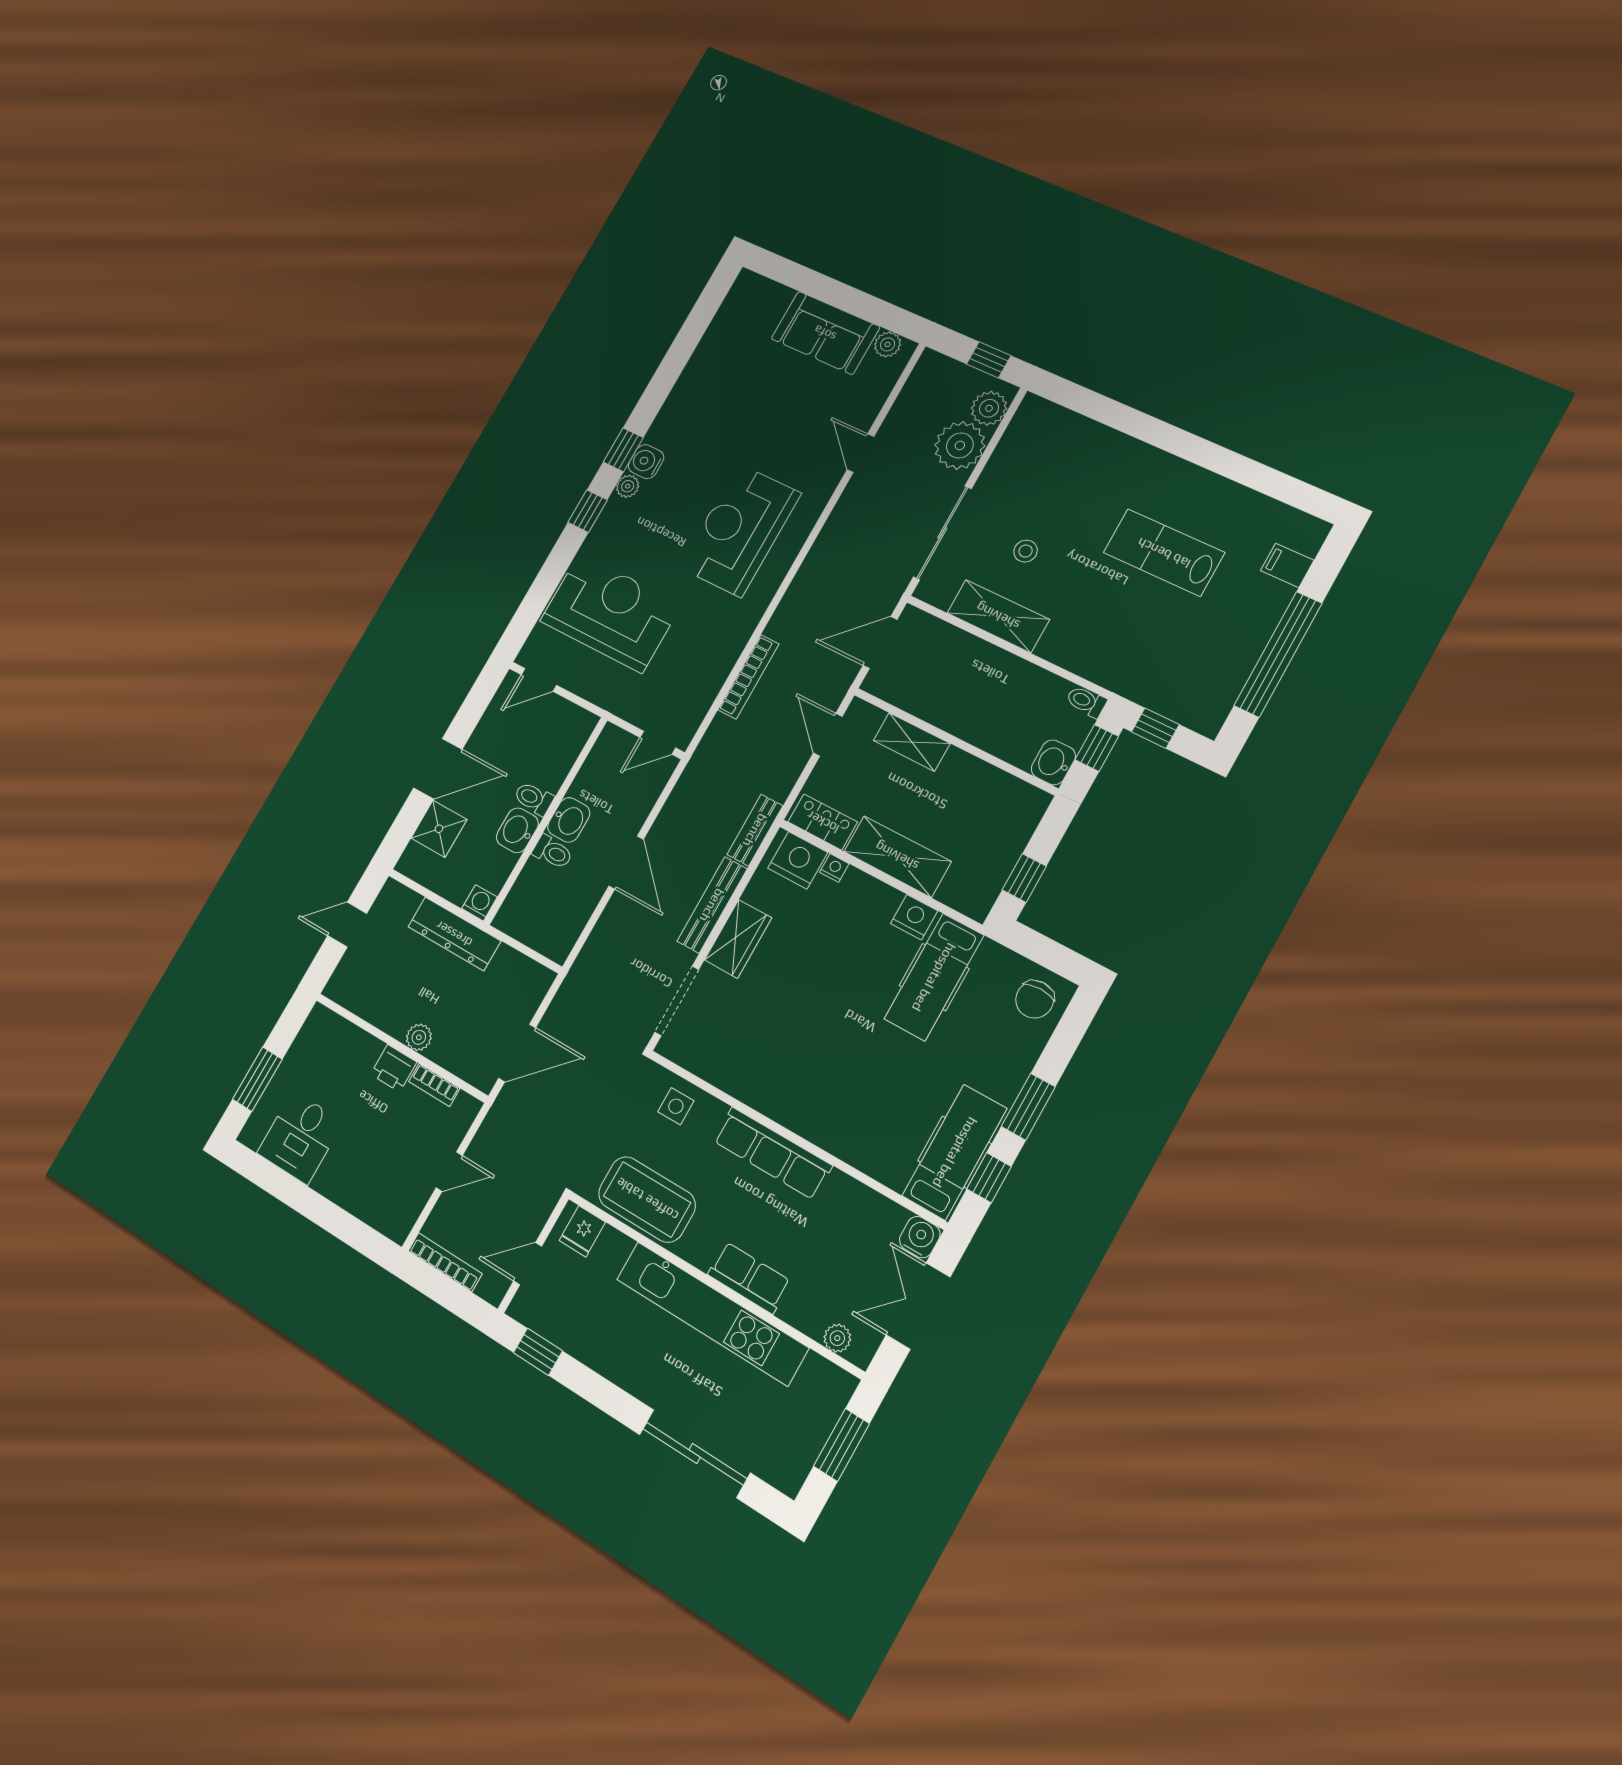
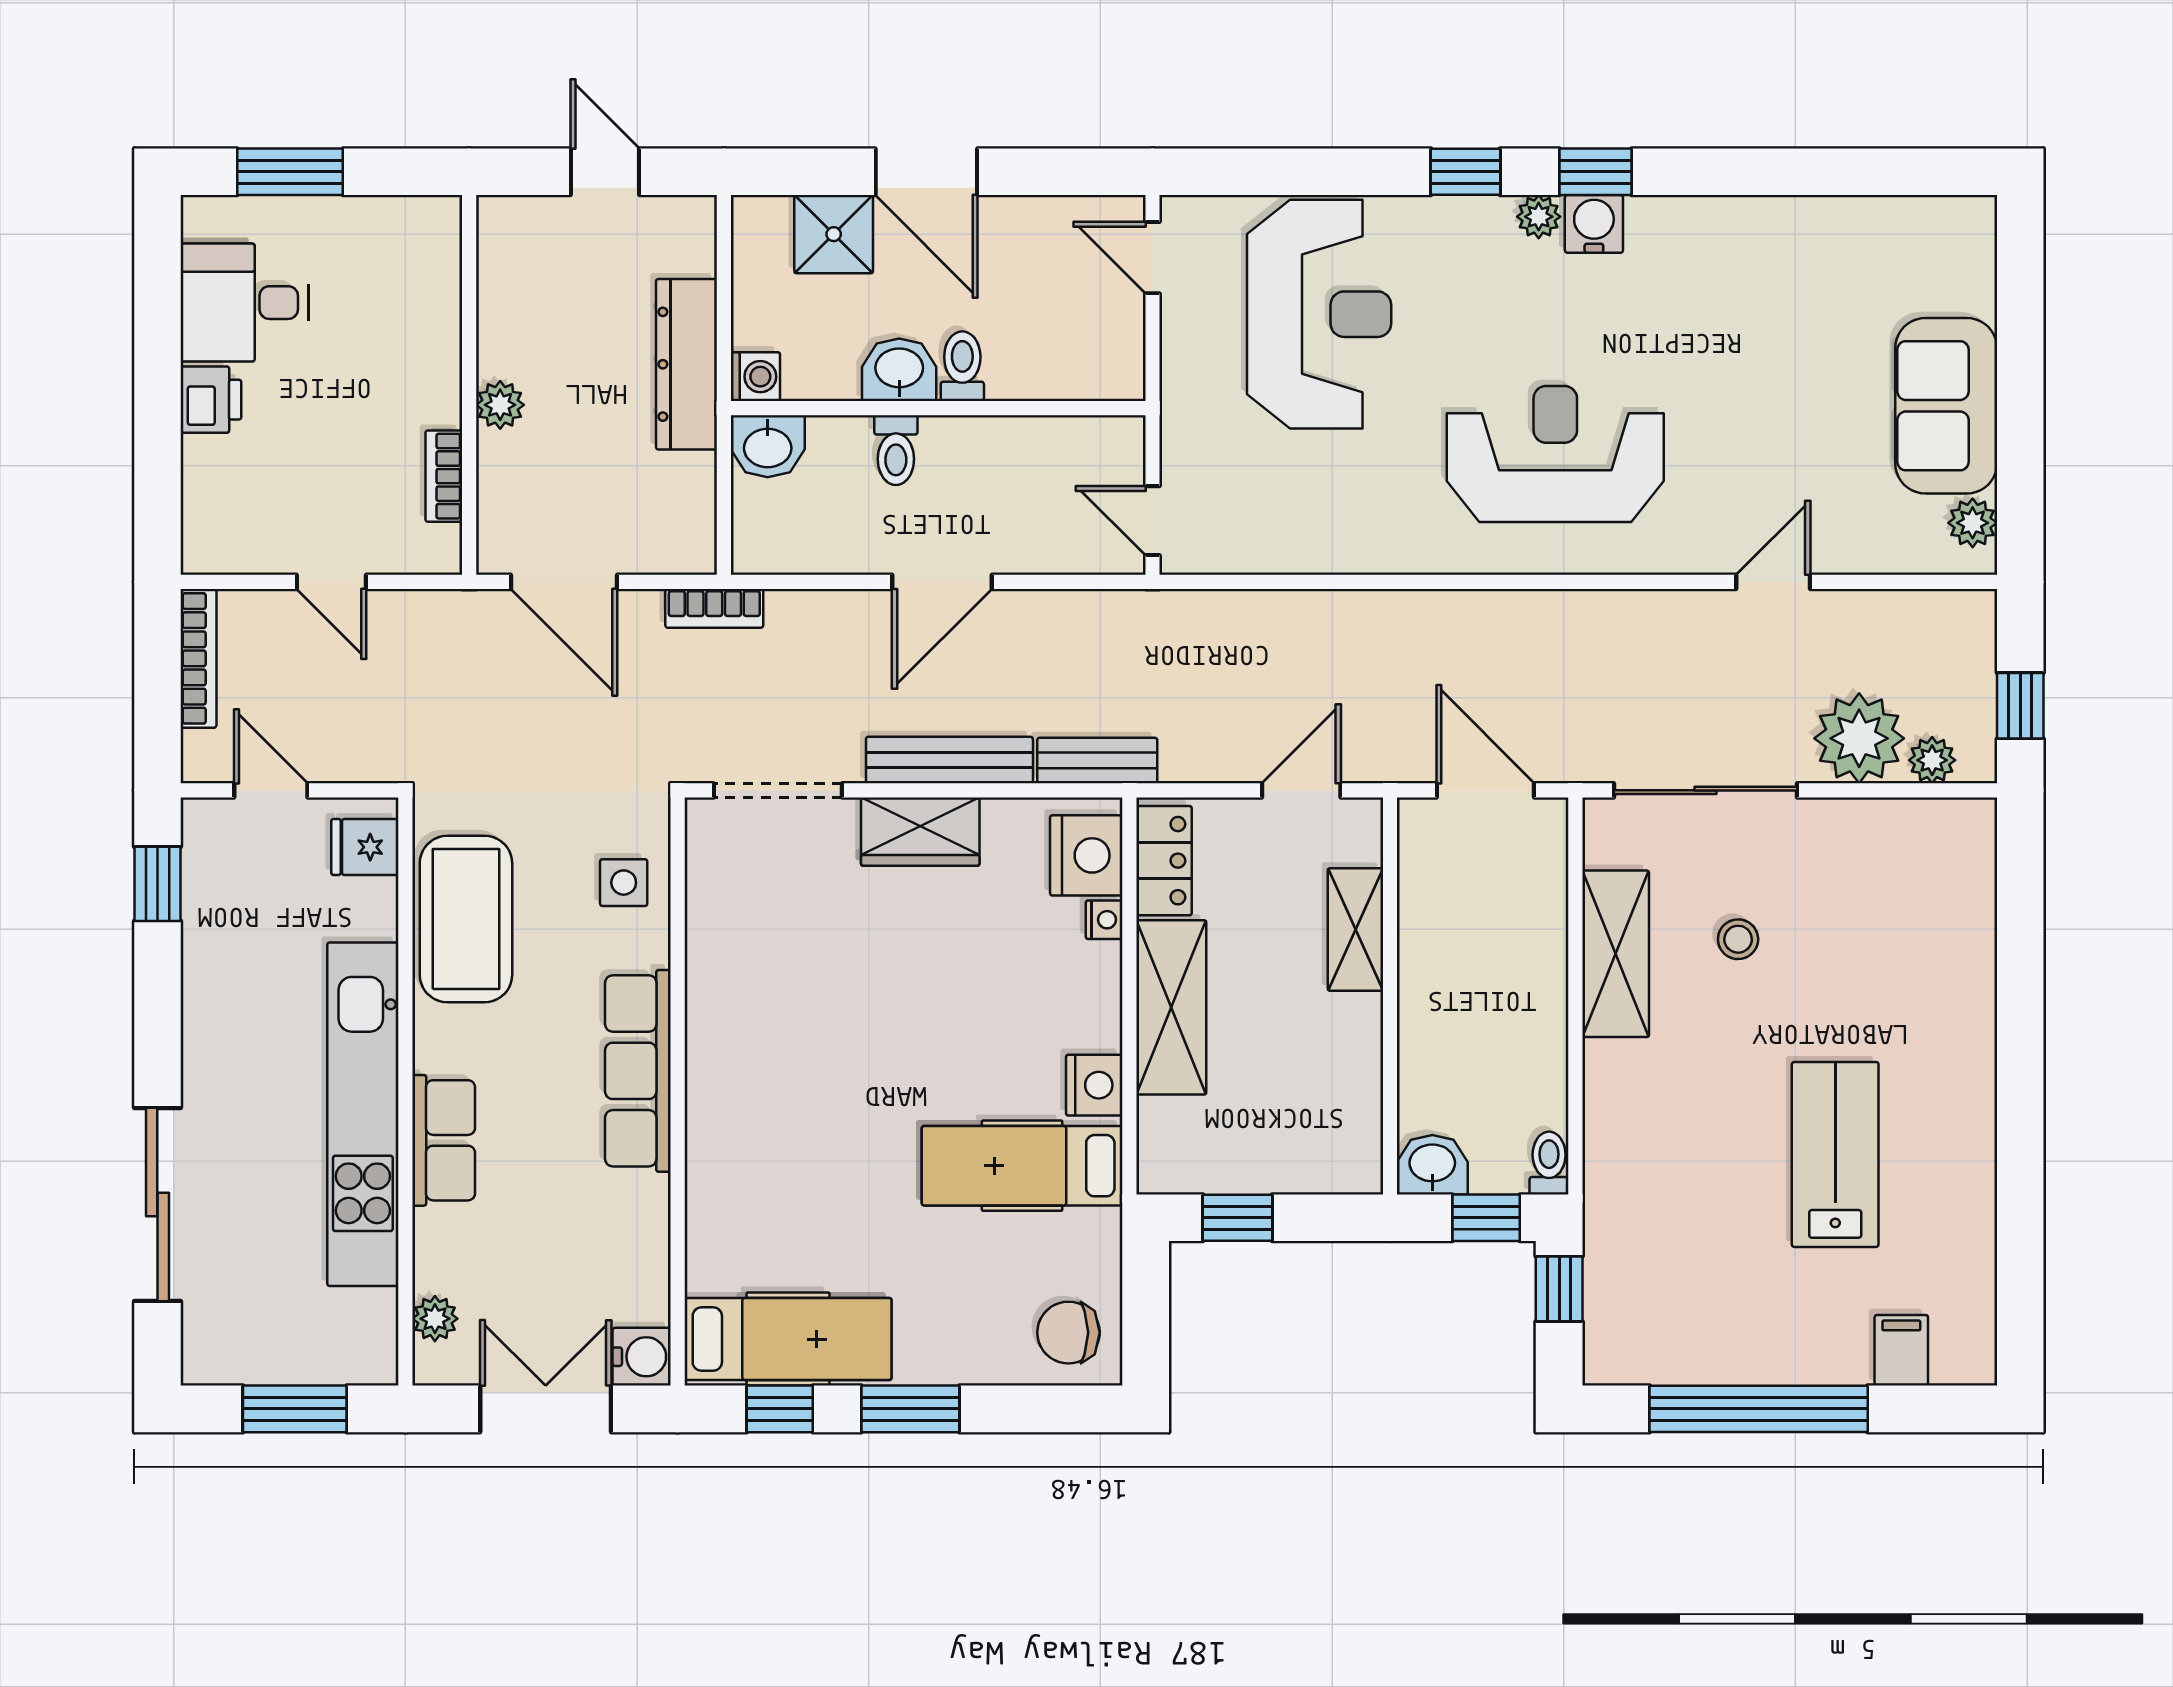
plant: (989, 408) -> (1932, 760), width x0.73, depth x0.73
bookcase: (748, 677) -> (714, 608), moved, width x0.64
washbasin: (569, 820) -> (768, 446), moved
printer: (394, 1068) -> (211, 400), moved, turned 180

